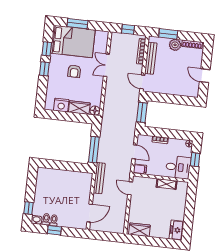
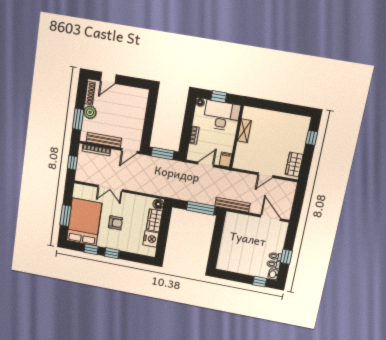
door: (205, 76) -> (108, 78), moved
desk: (178, 167) -> (222, 116), width x1.37
door: (130, 188) -> (265, 175), moved
freezer: (176, 230) -> (298, 122), removed
window: (164, 243) -> (312, 138), added

